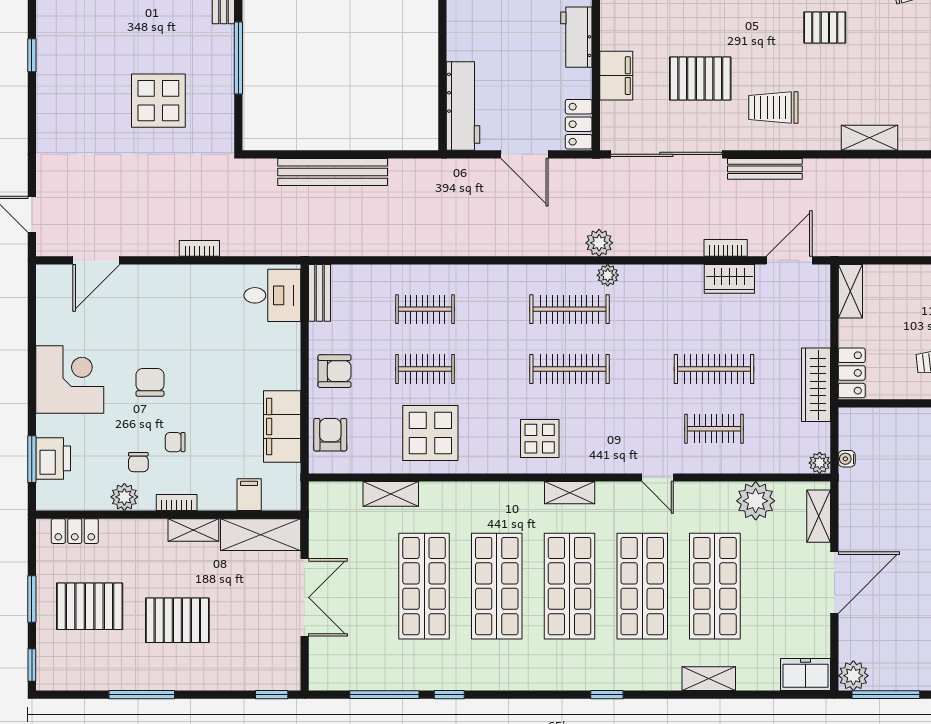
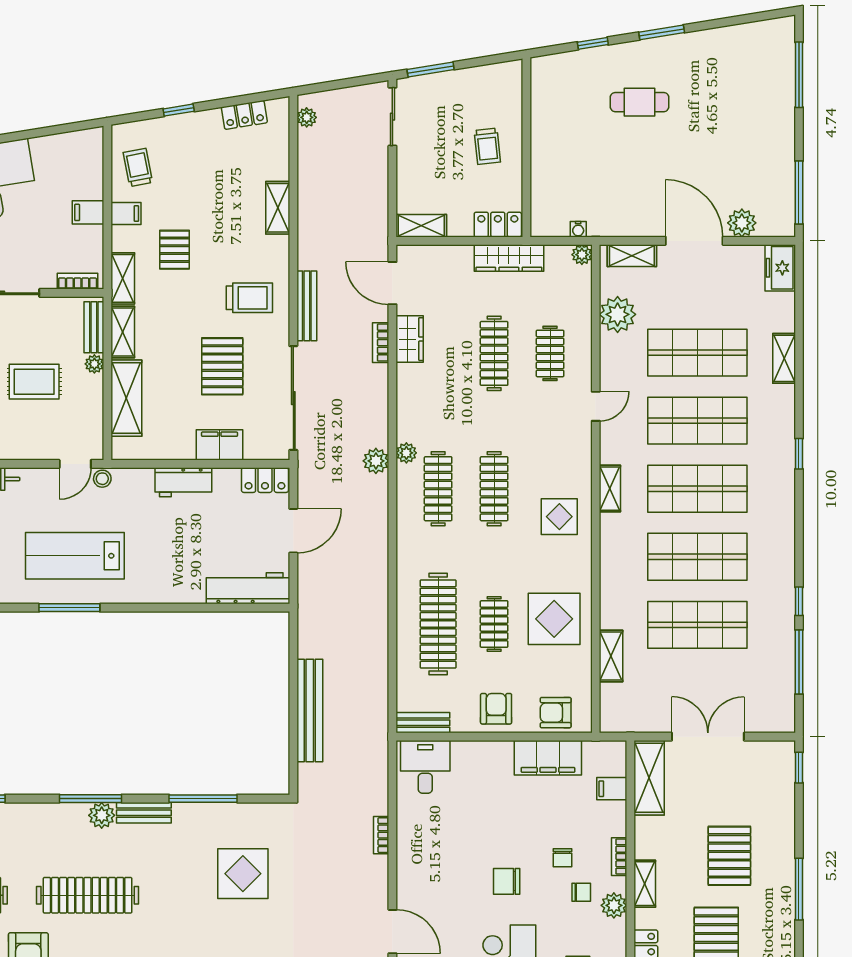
trolley: (773, 107) -> (249, 298), turned -90
clothes rail: (425, 309) -> (438, 624), width x1.86, depth x1.31
shelving: (193, 530) -> (645, 884), moved
plant: (853, 676) -> (742, 223), moved

